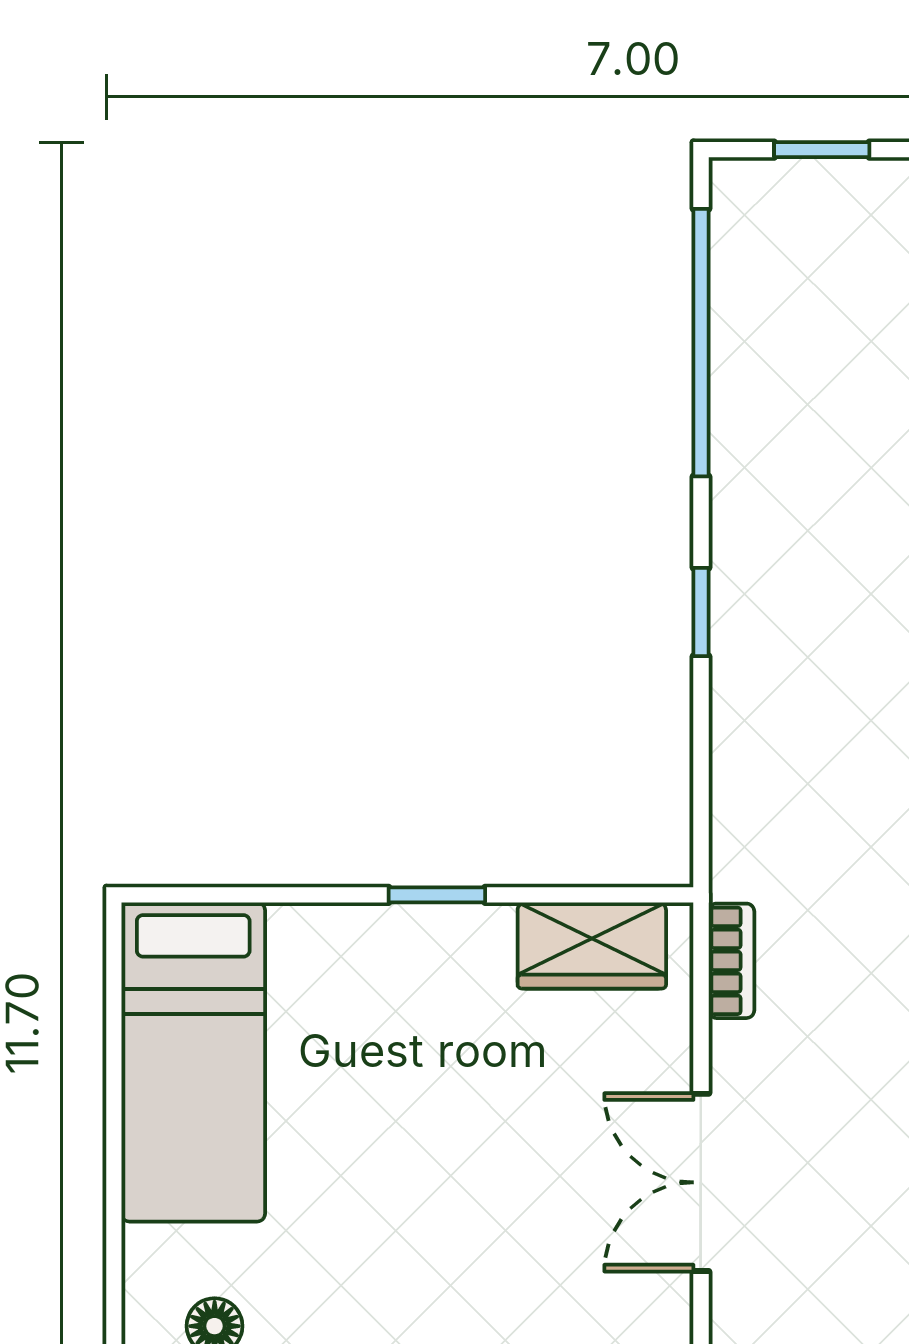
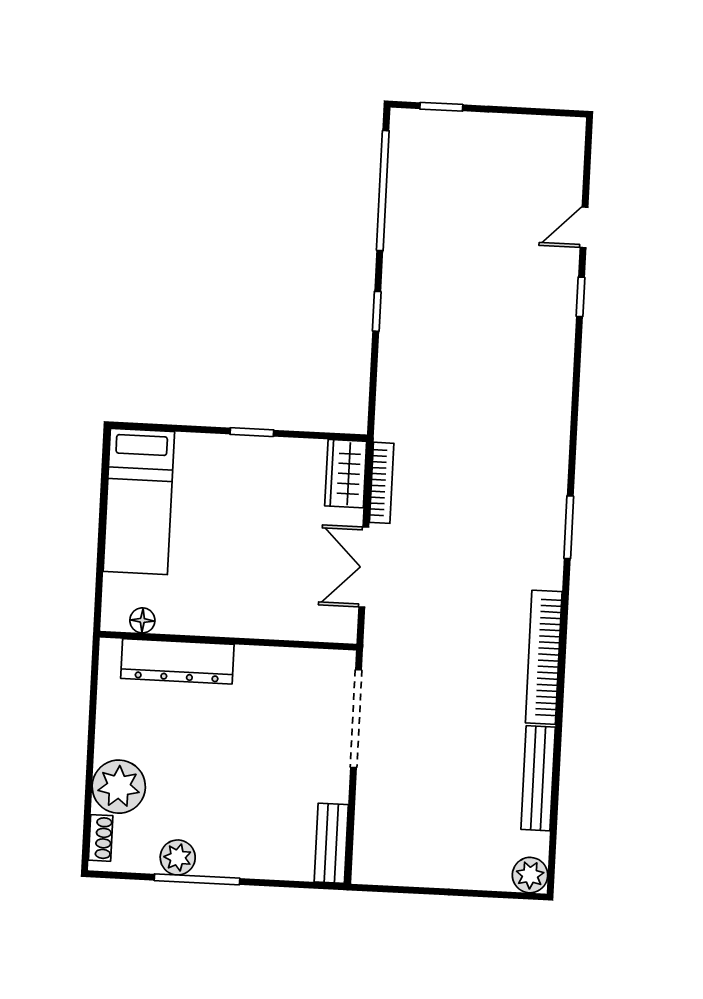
wardrobe: (592, 945) -> (346, 474), moved, turned 90
bookcase: (731, 961) -> (382, 483), width x1.56

